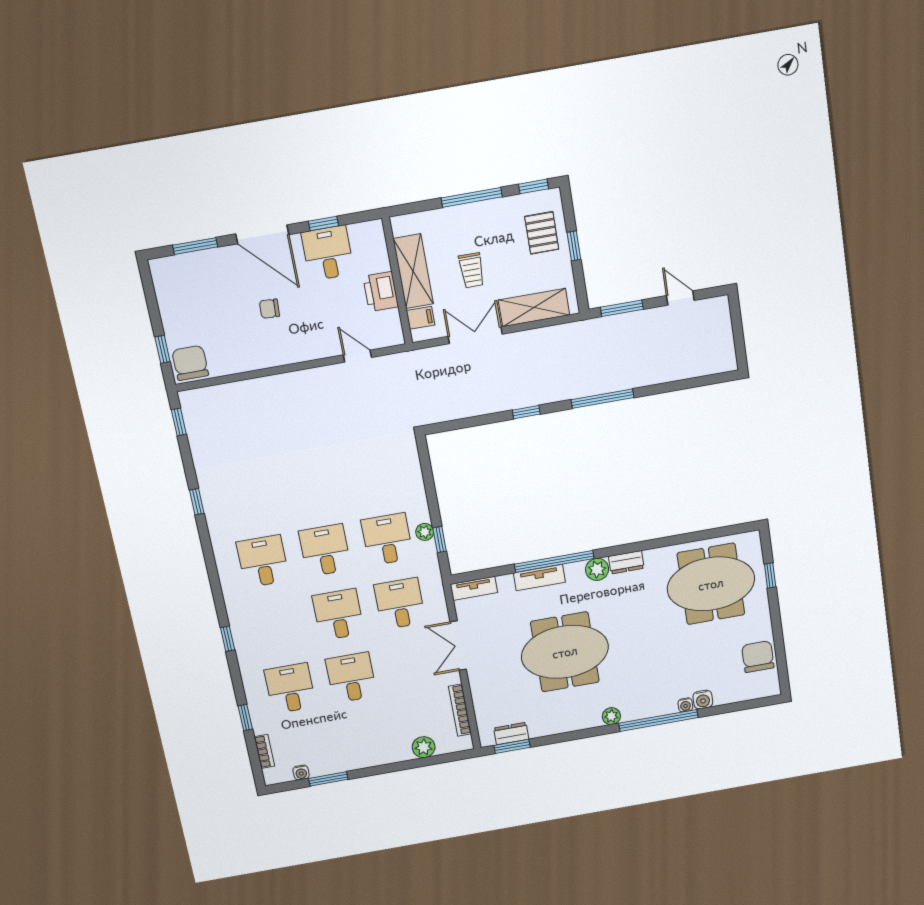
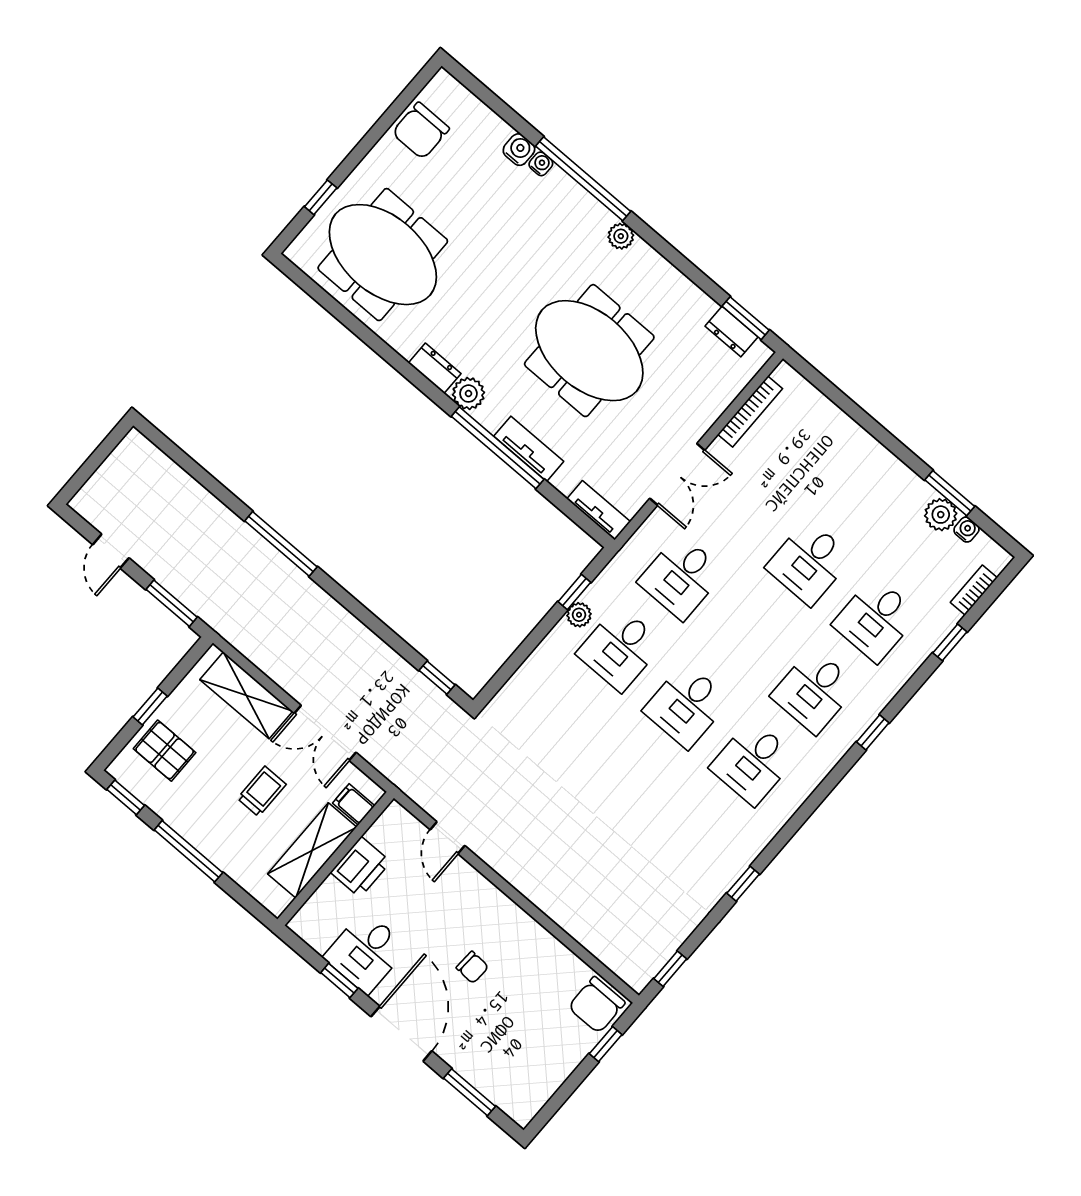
pallet: (542, 233) -> (165, 751), turned 90
window: (526, 412) -> (437, 678), moved
desk: (338, 615) -> (814, 691), moved
plant: (424, 747) -> (941, 515), moved

